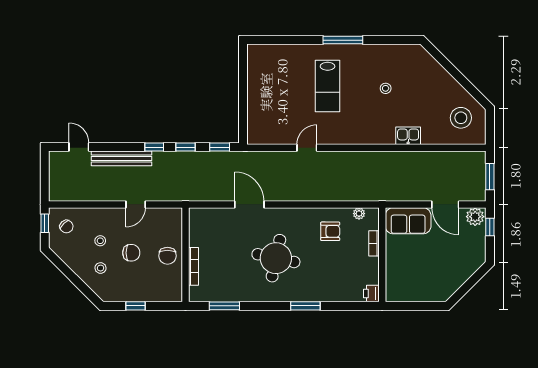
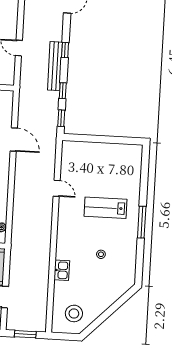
window: (154, 147) -> (65, 50), moved
bench: (121, 158) -> (55, 66), moved
door: (249, 204) -> (14, 140), hinge flipped

